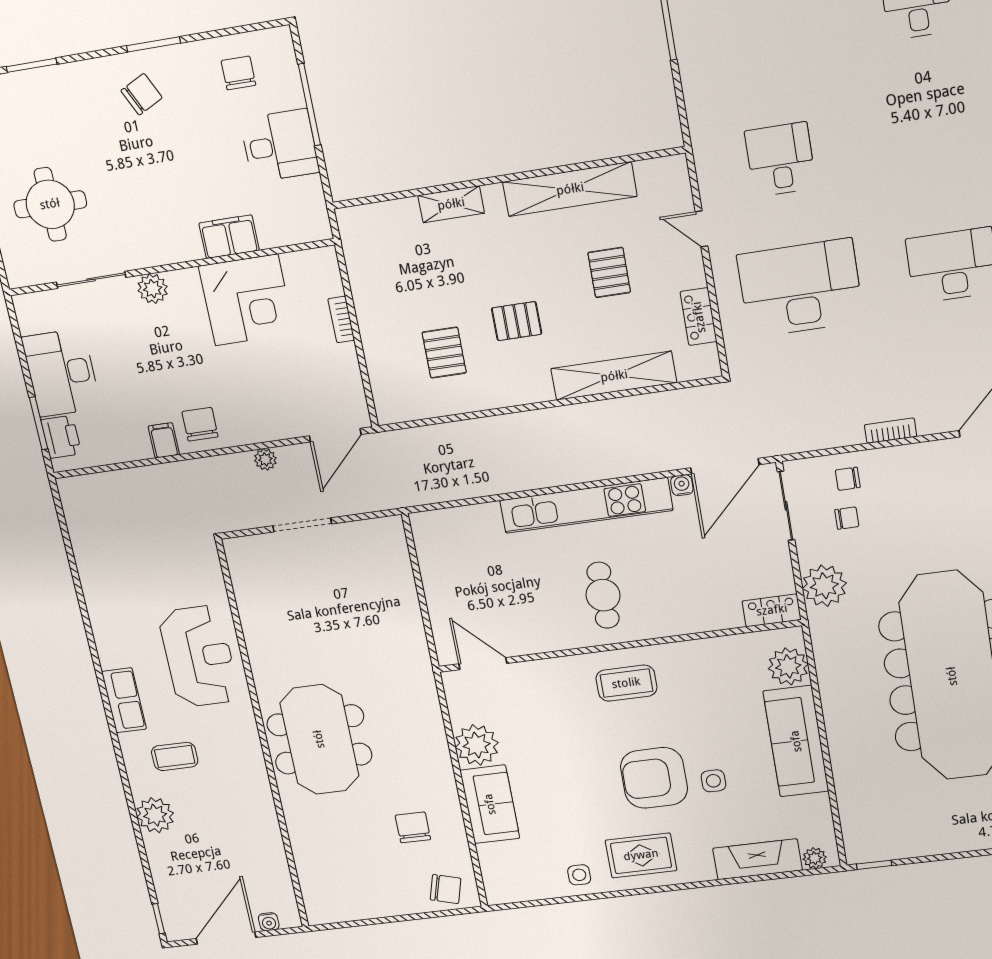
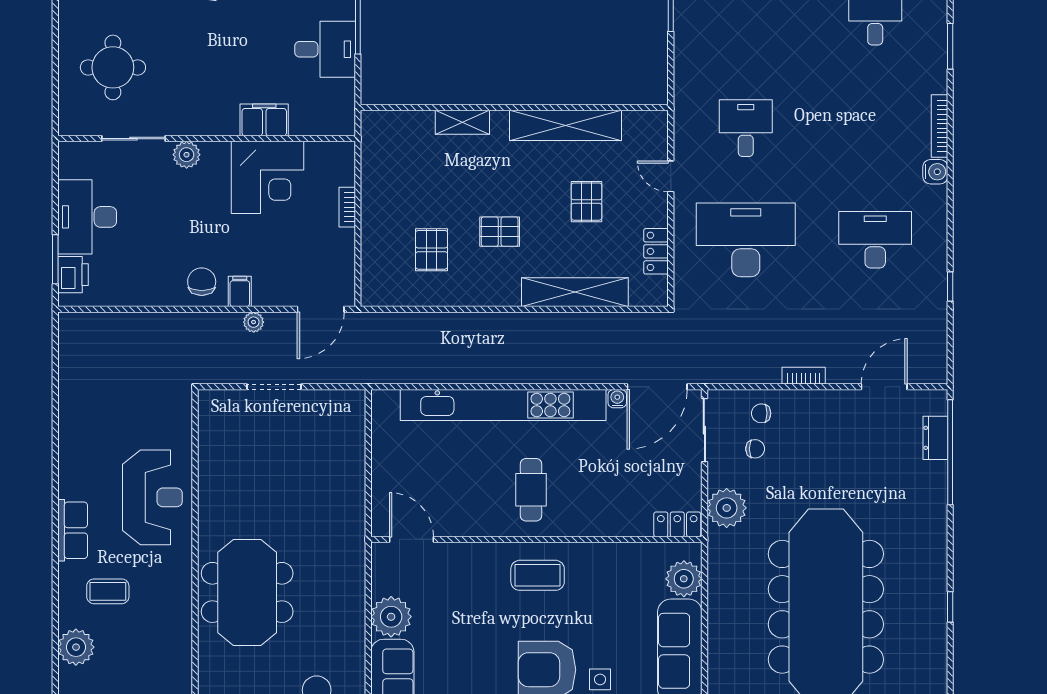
filing cabinet: (164, 440) -> (240, 291), moved
kitchen unit: (586, 505) -> (503, 405), width x1.36

